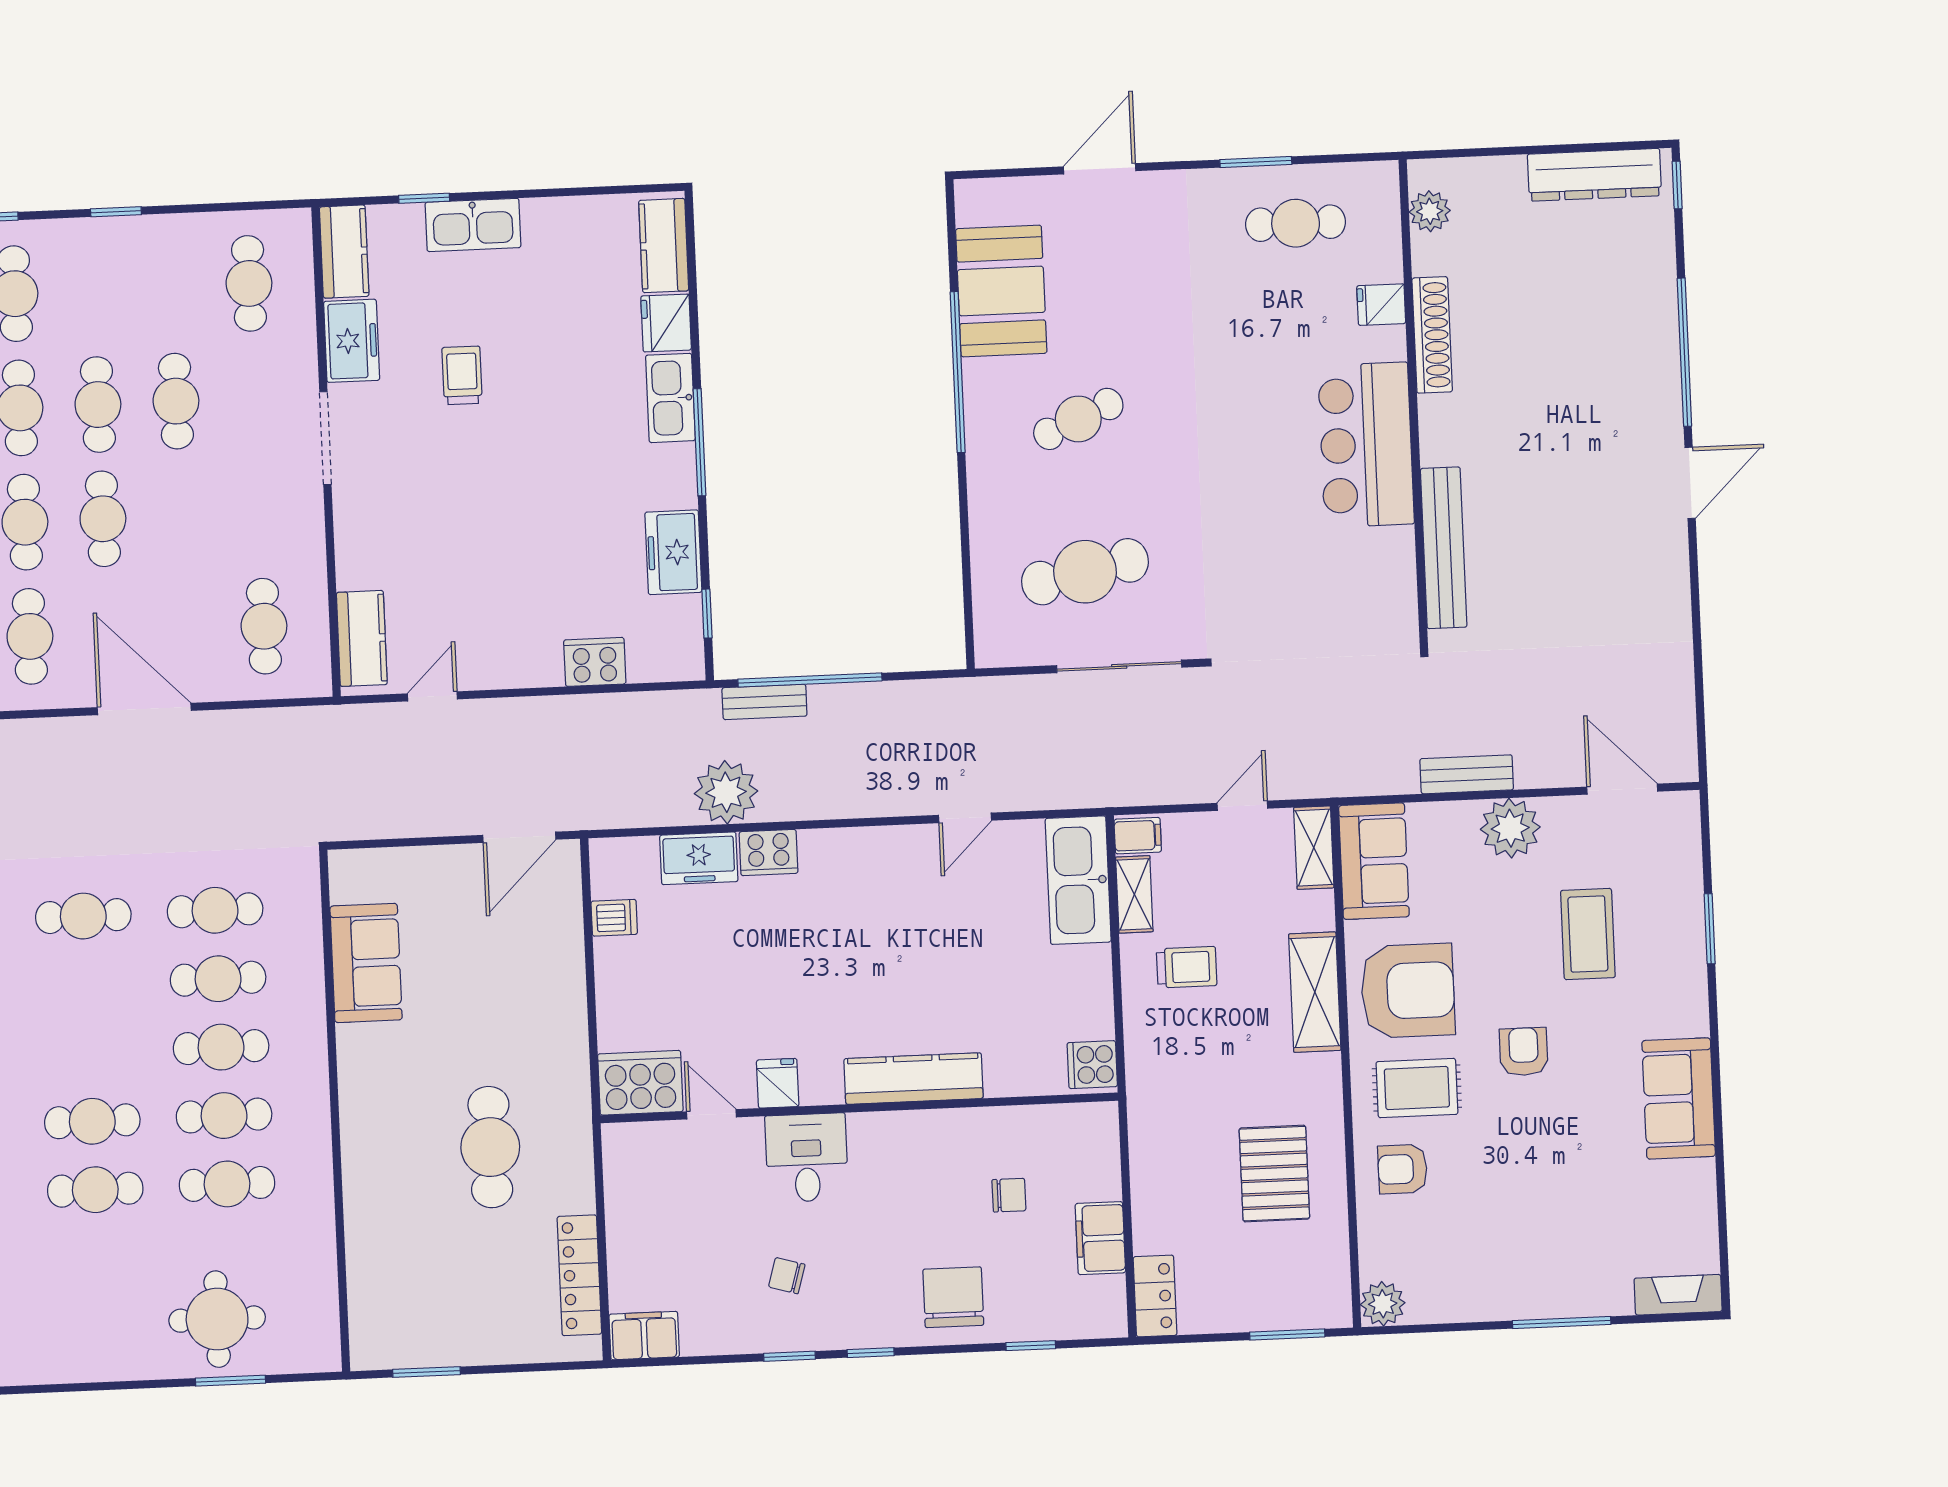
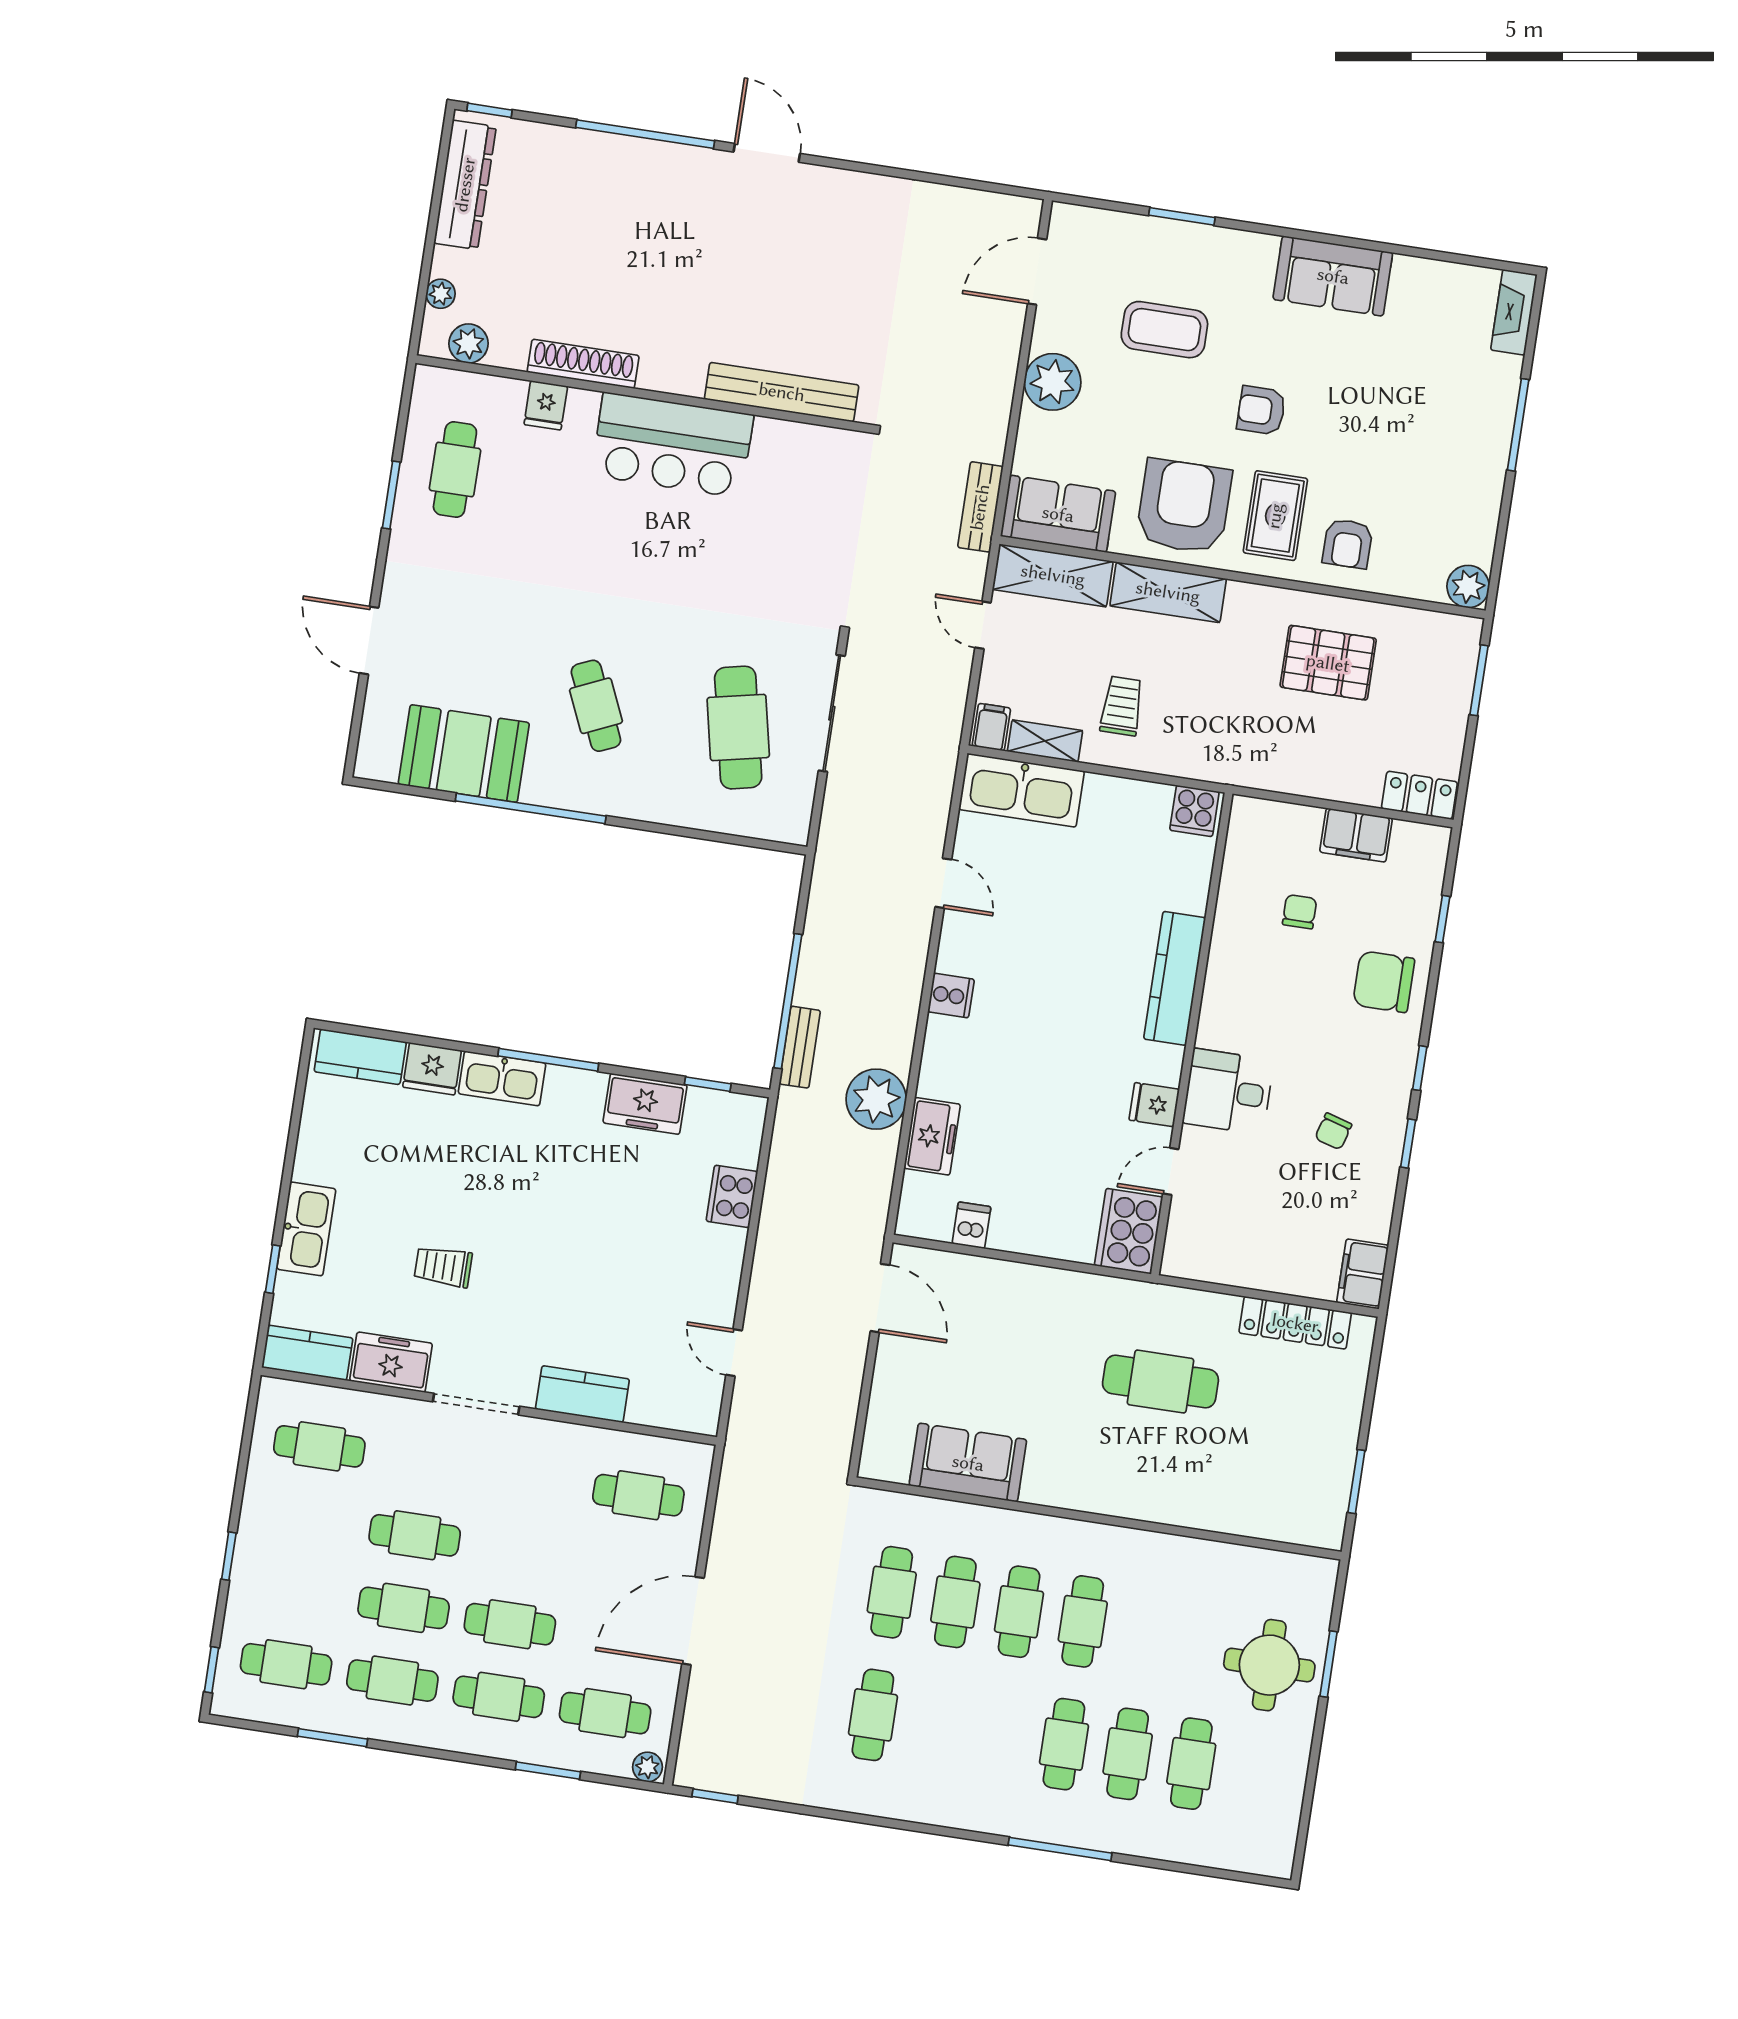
plant: (1476, 172) -> (441, 294), added
kitchen counter: (362, 638) -> (582, 1394), moved
bench: (1467, 774) -> (980, 507), moved
shelving: (1314, 848) -> (1053, 575), width x1.50, depth x1.33
cooker: (769, 853) -> (951, 996), moved, width x0.73
cafe table: (227, 1184) -> (1191, 1764), moved

